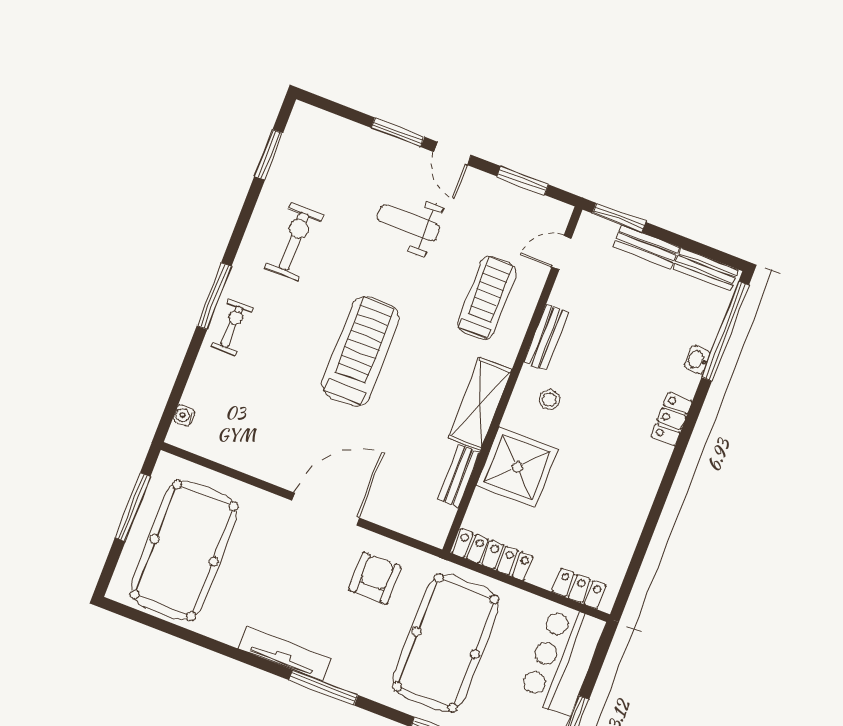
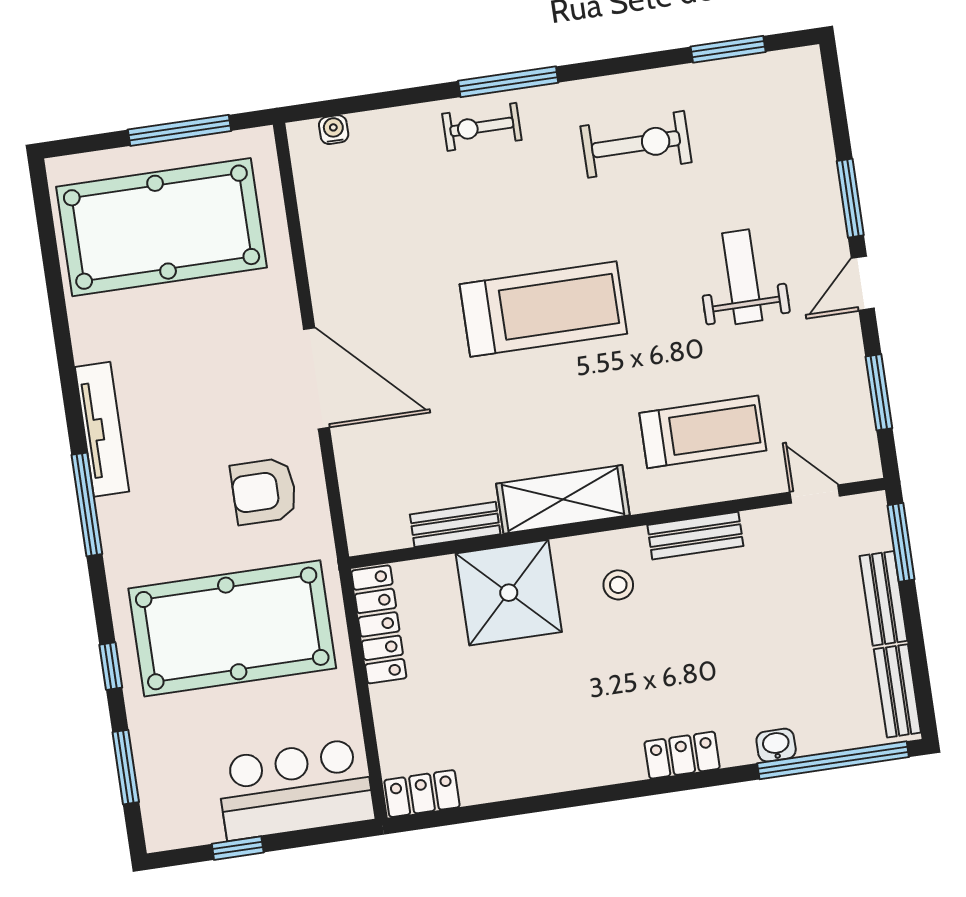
exercise bike: (232, 327) -> (482, 127), turned 180
armchair: (375, 578) -> (264, 491), turned 180
locker: (579, 589) -> (422, 794), moved, turned -90

